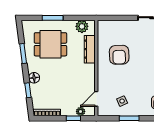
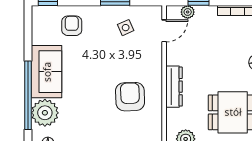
dresser: (90, 49) -> (174, 87), moved

